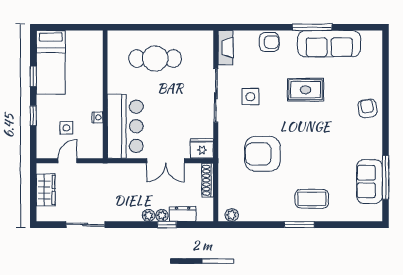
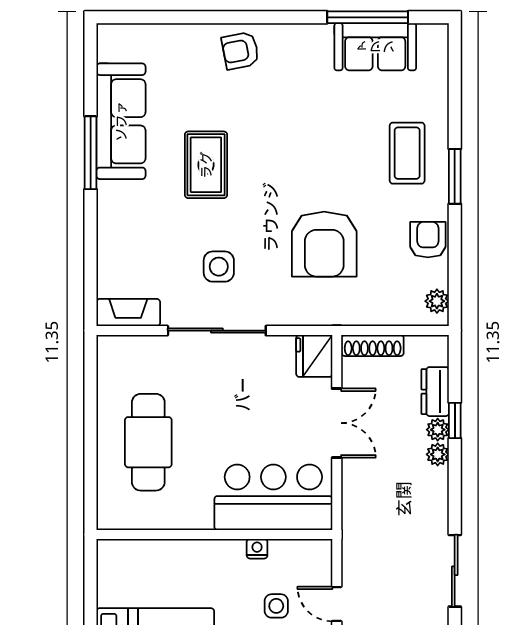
armchair: (269, 42) -> (428, 240), moved

